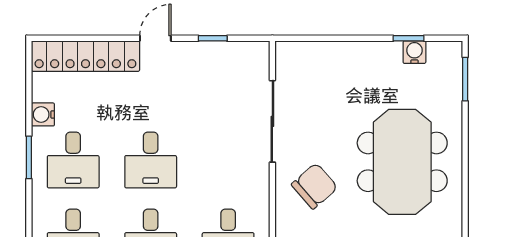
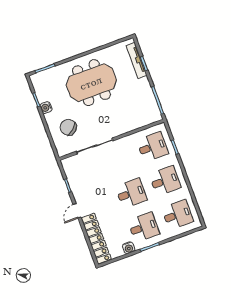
door: (155, 38) -> (77, 211), hinge flipped
water cooler: (414, 52) -> (46, 108), moved
chair: (315, 186) -> (68, 127), moved

